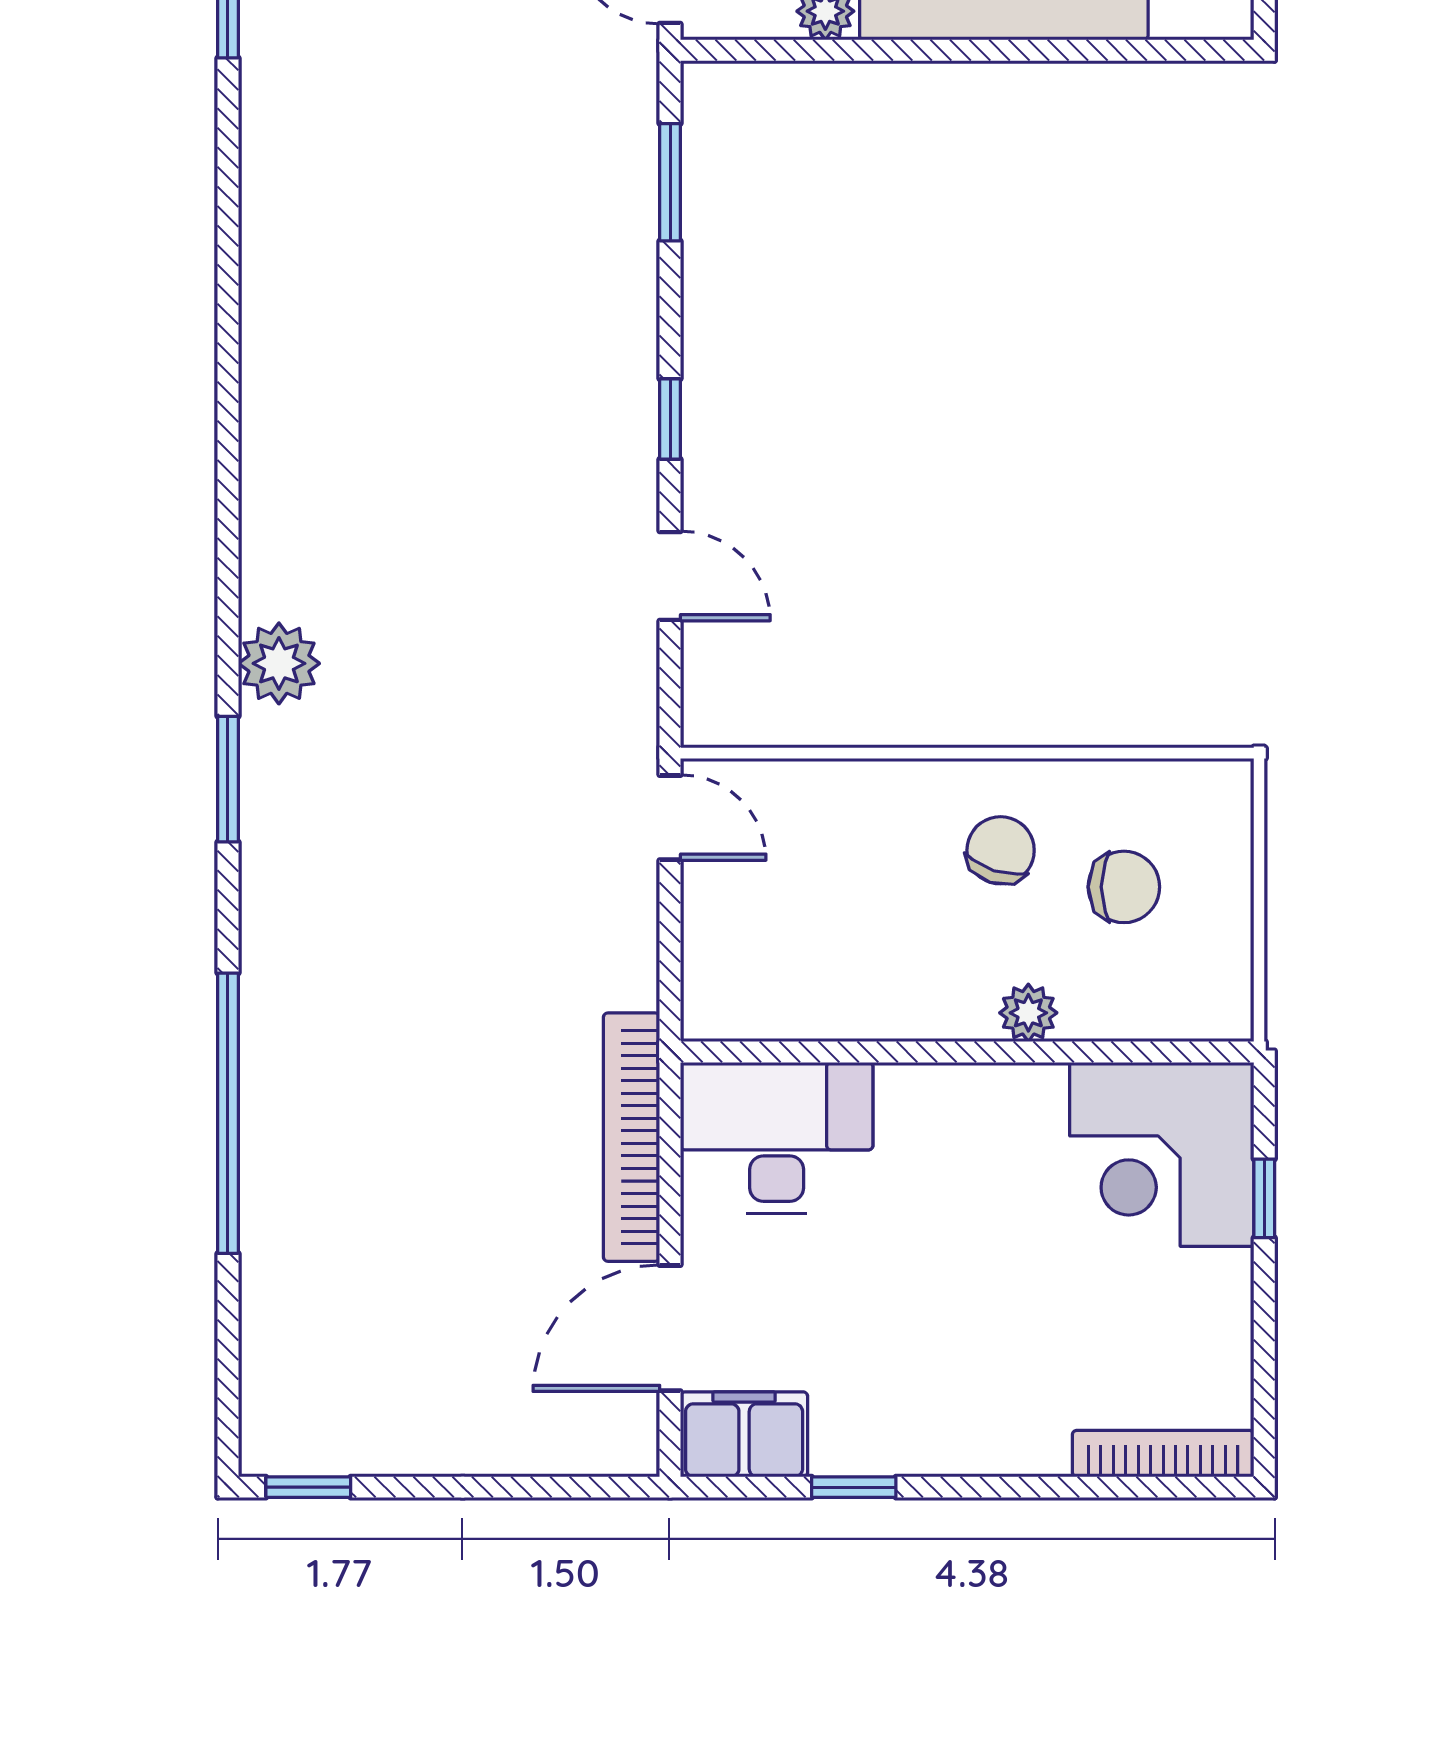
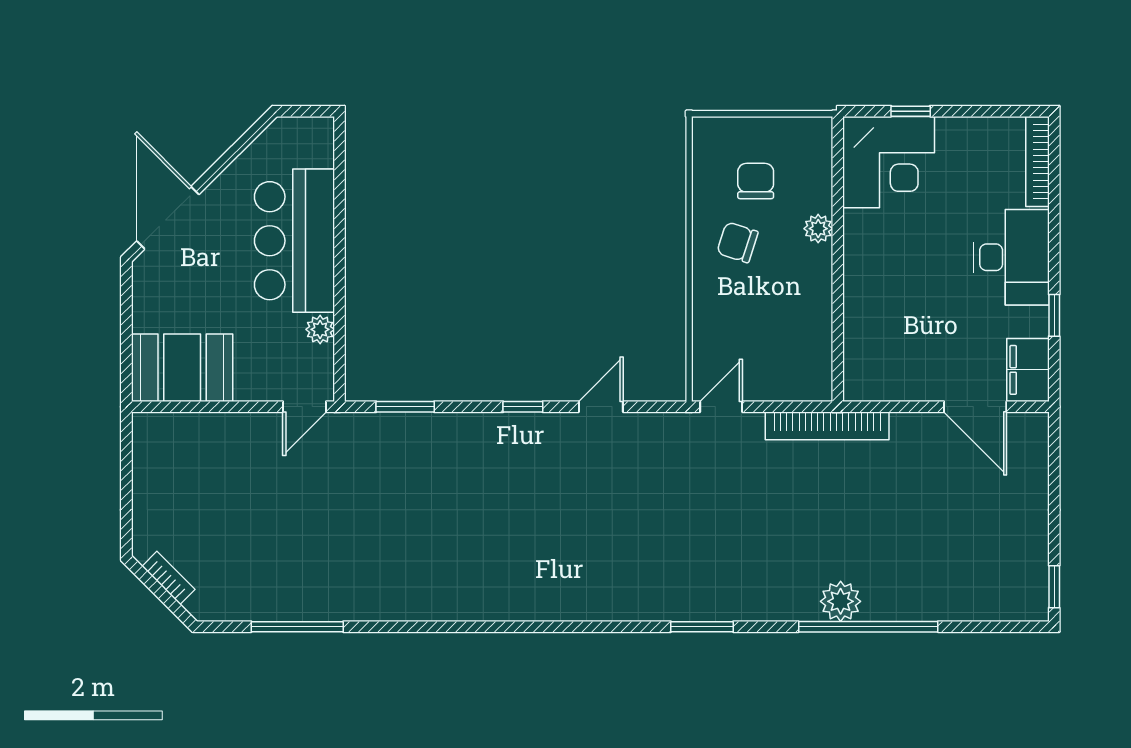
plant: (279, 663) -> (841, 601), moved
bookcase: (632, 1137) -> (827, 426), moved
desk: (777, 1138) -> (1011, 257), moved, turned 180

